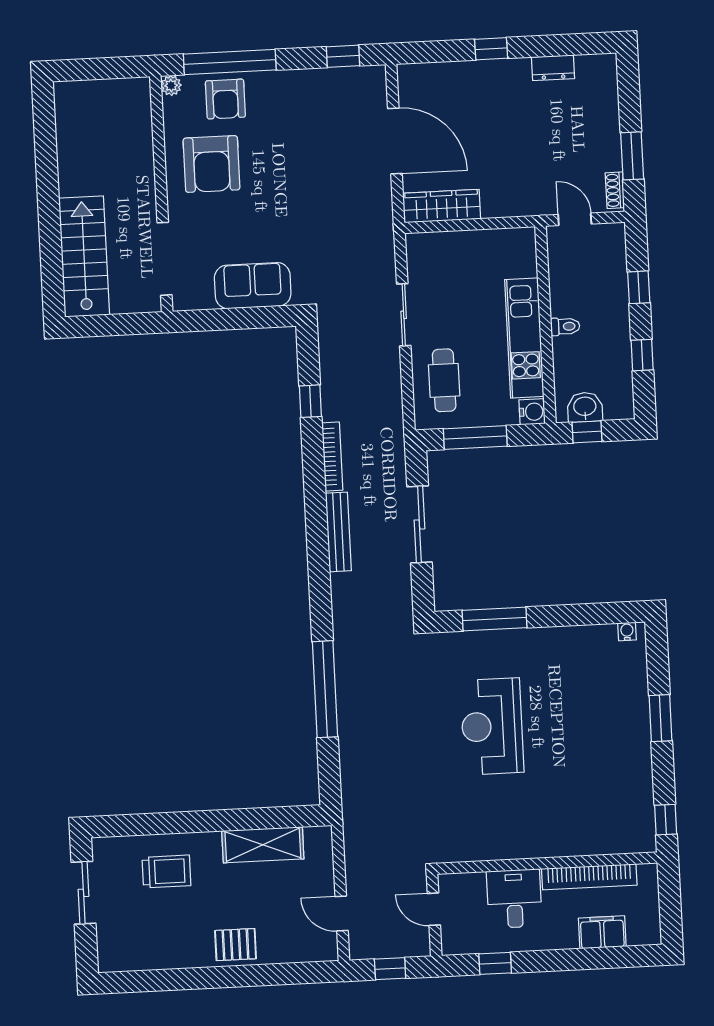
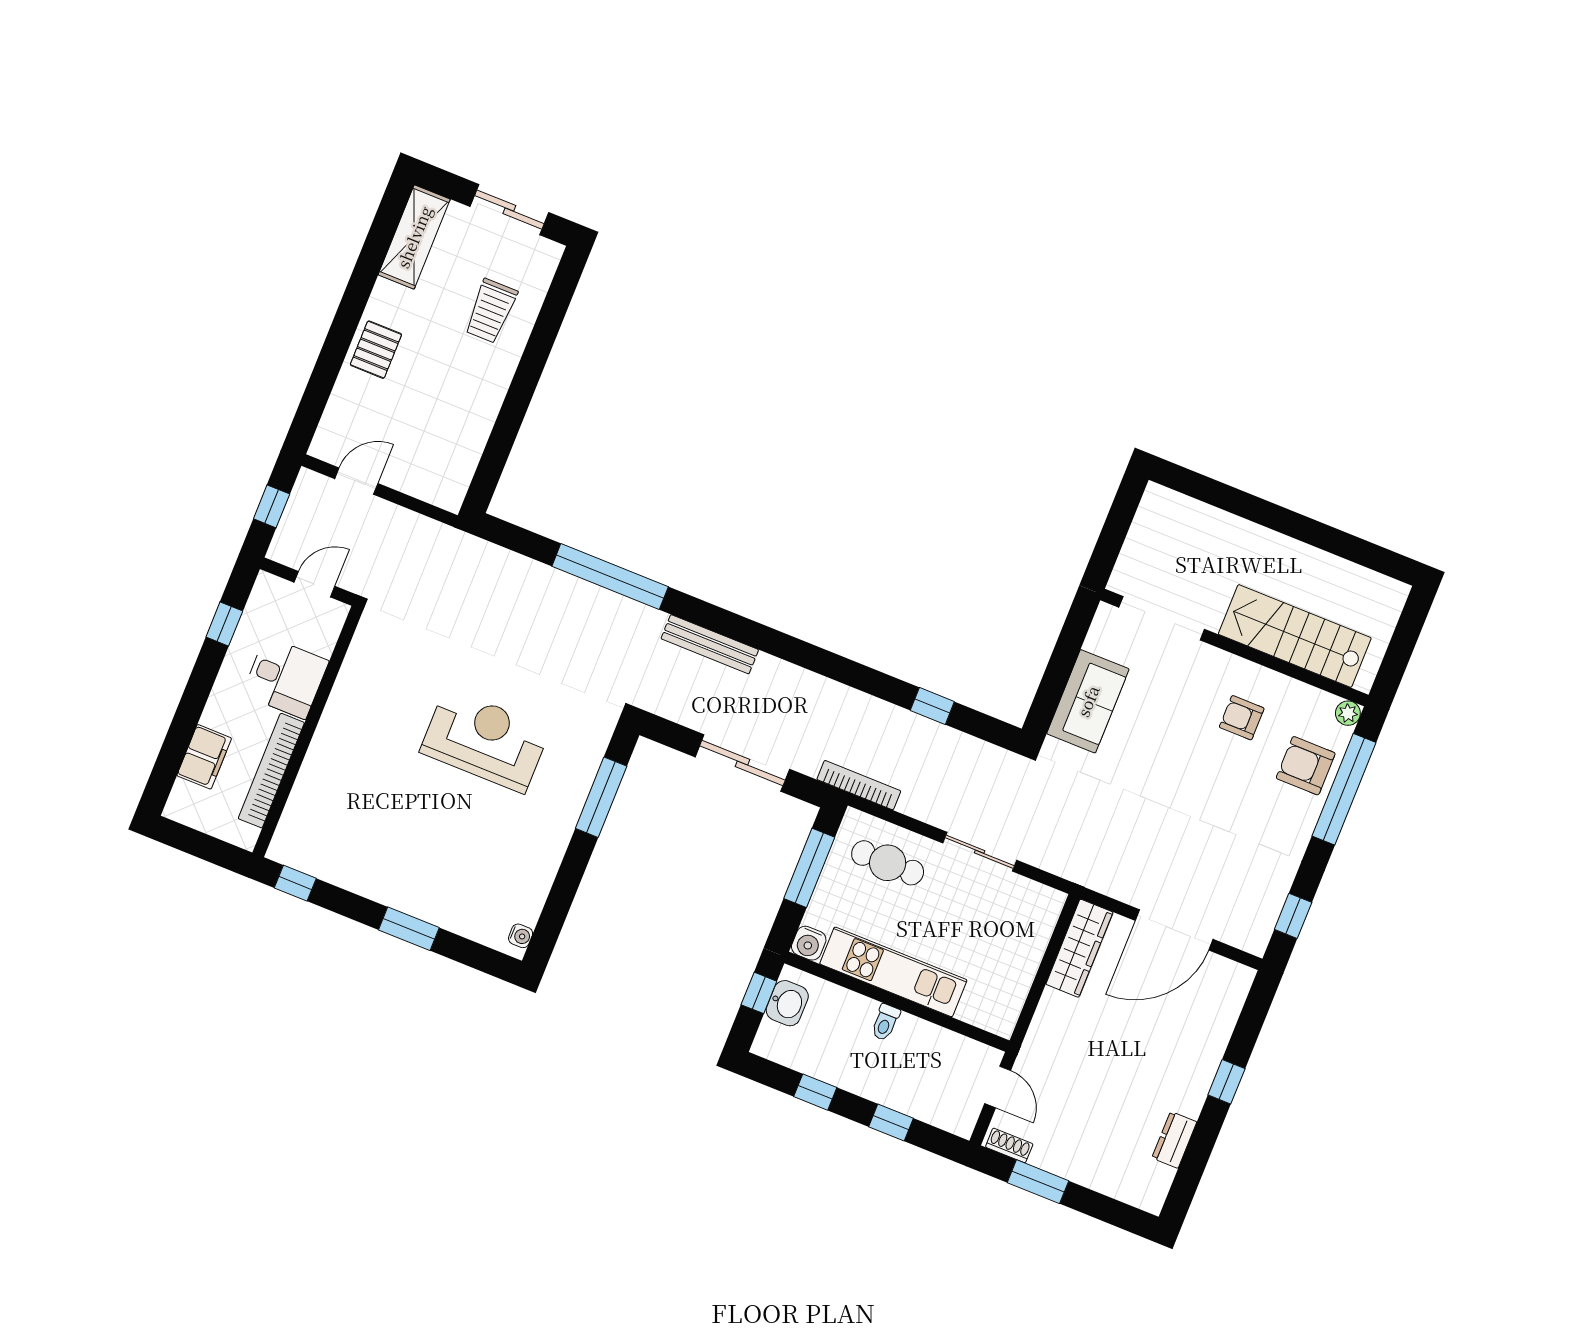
armchair: (211, 164) -> (1242, 718), width x0.53, depth x0.53
door: (575, 219) -> (998, 1087), hinge flipped
stairs: (84, 256) -> (1295, 636), moved, turned 180
bookcase: (332, 457) -> (859, 785), moved, turned 180
bench: (338, 532) -> (710, 644), moved
shelving: (263, 845) -> (414, 237), moved

